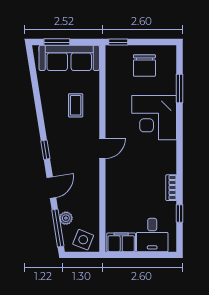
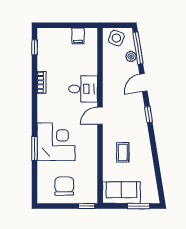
sofa: (69, 58) -> (121, 193), width x0.73
window: (179, 89) -> (34, 149), moved
window: (179, 214) -> (34, 47), moved
desk: (152, 235) -> (83, 89), moved, turned 90
filing cabinet: (121, 242) -> (78, 36), width x0.50

